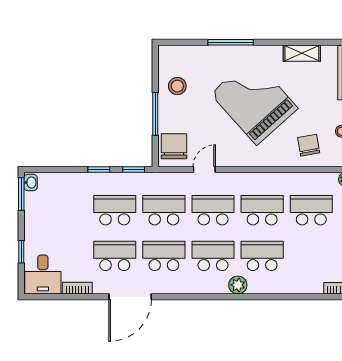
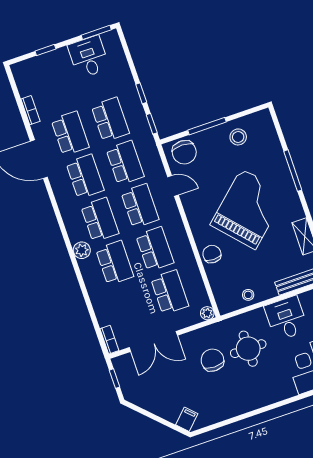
chair: (309, 145) -> (212, 254), moved, turned -80
chair: (174, 146) -> (184, 152), turned 90
washbasin: (31, 182) -> (109, 37), removed
desk: (43, 274) -> (89, 57), moved, turned 90

